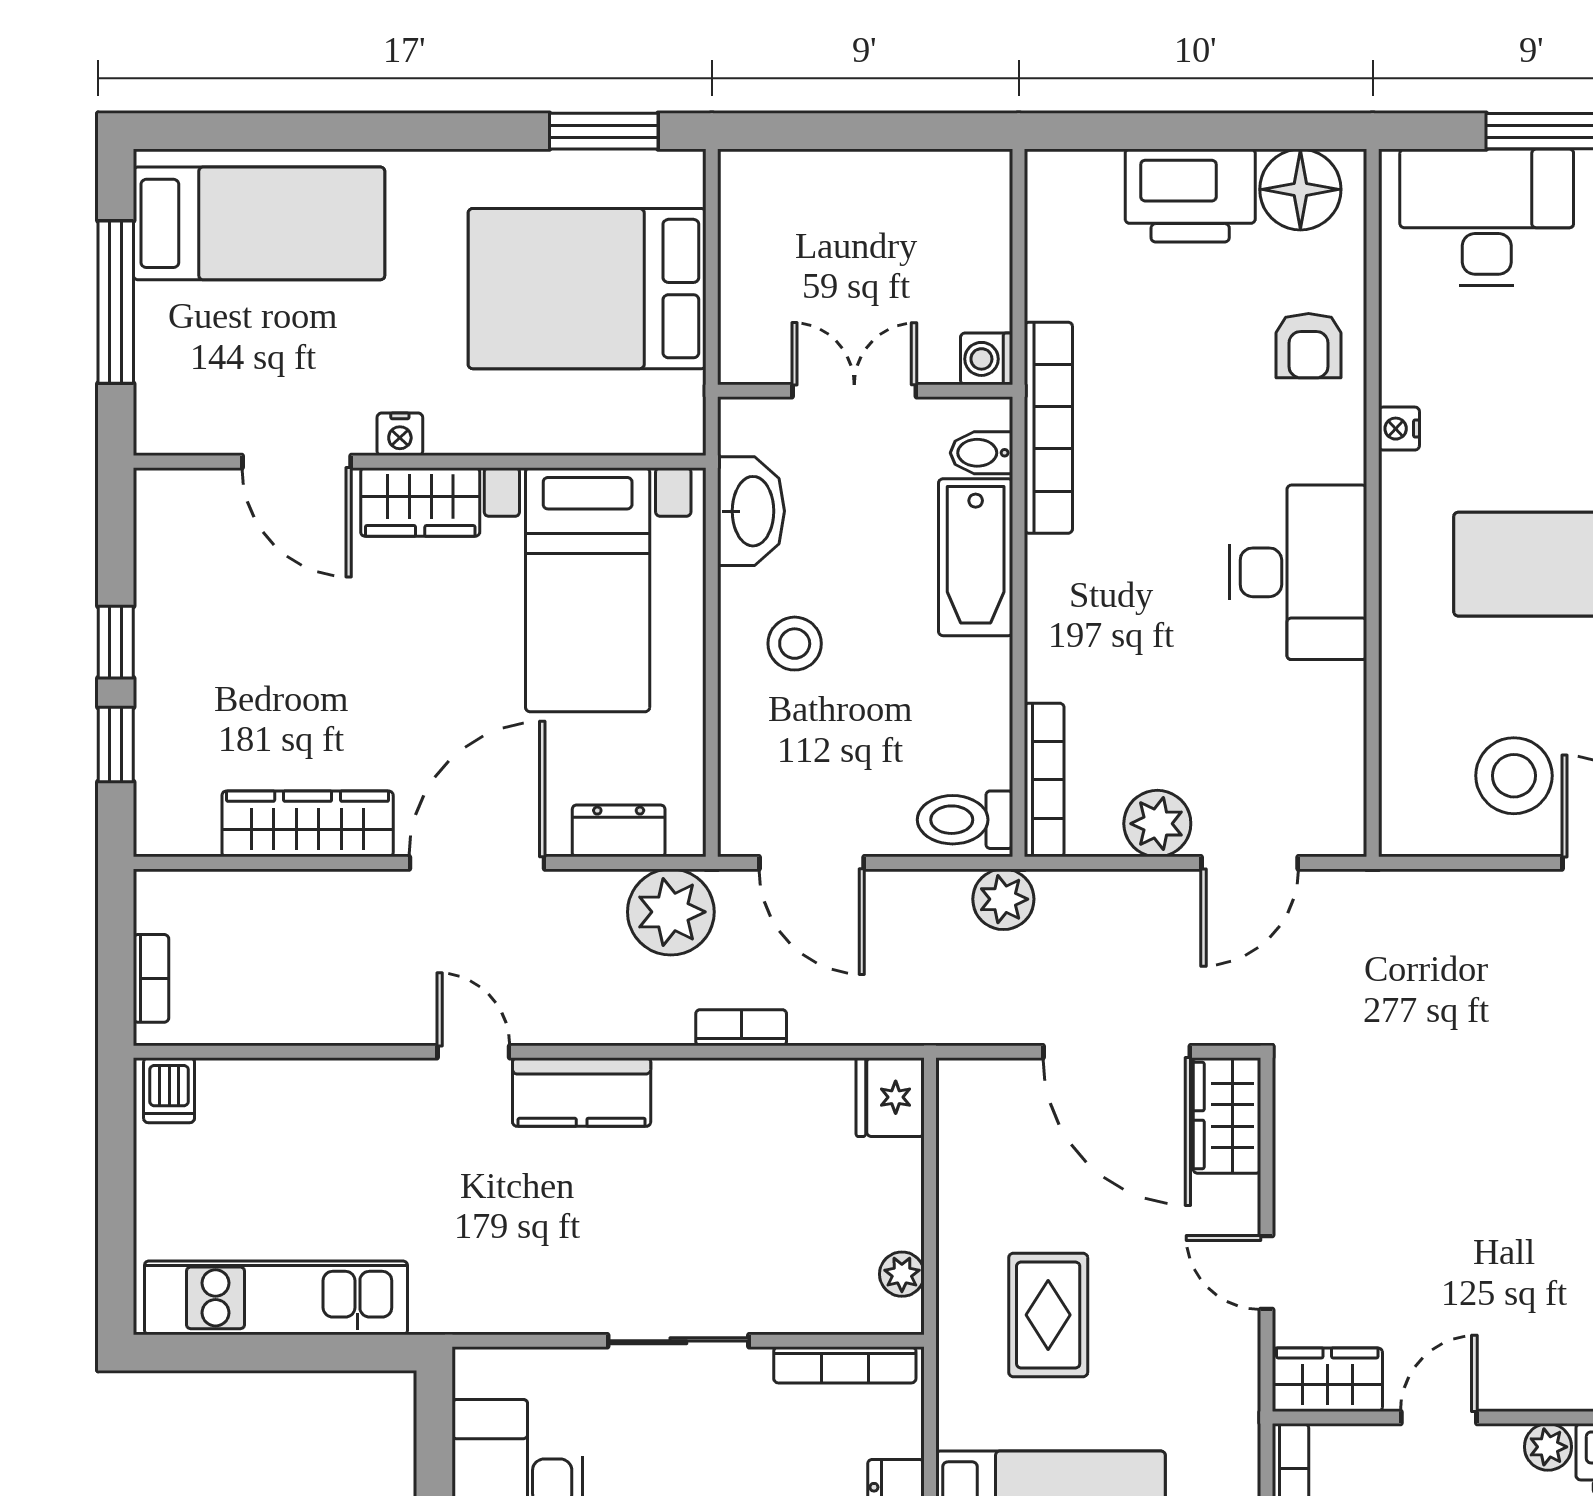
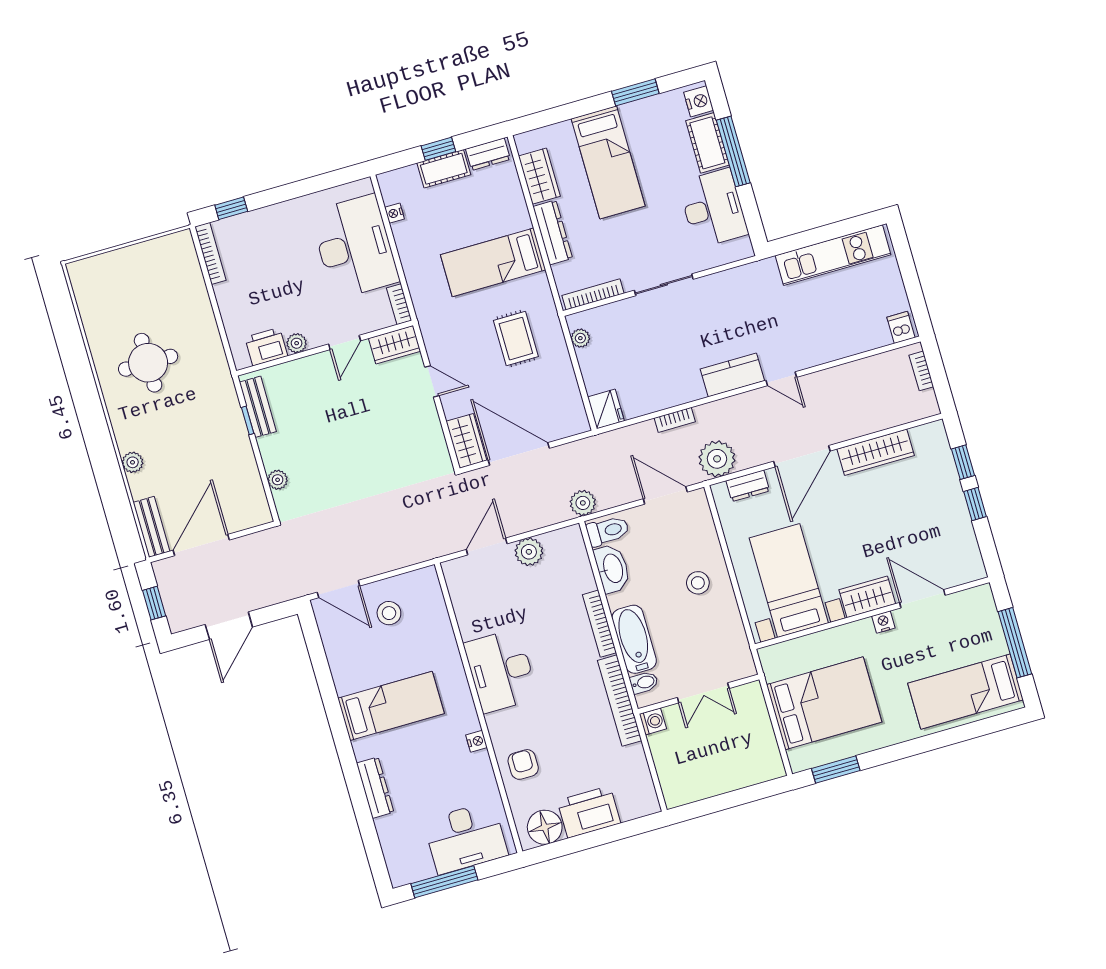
washbasin: (751, 511) -> (612, 569), moved, turned 180
stool: (1514, 776) -> (389, 613), width x0.73, depth x0.73
bookcase: (1044, 780) -> (599, 624), moved

